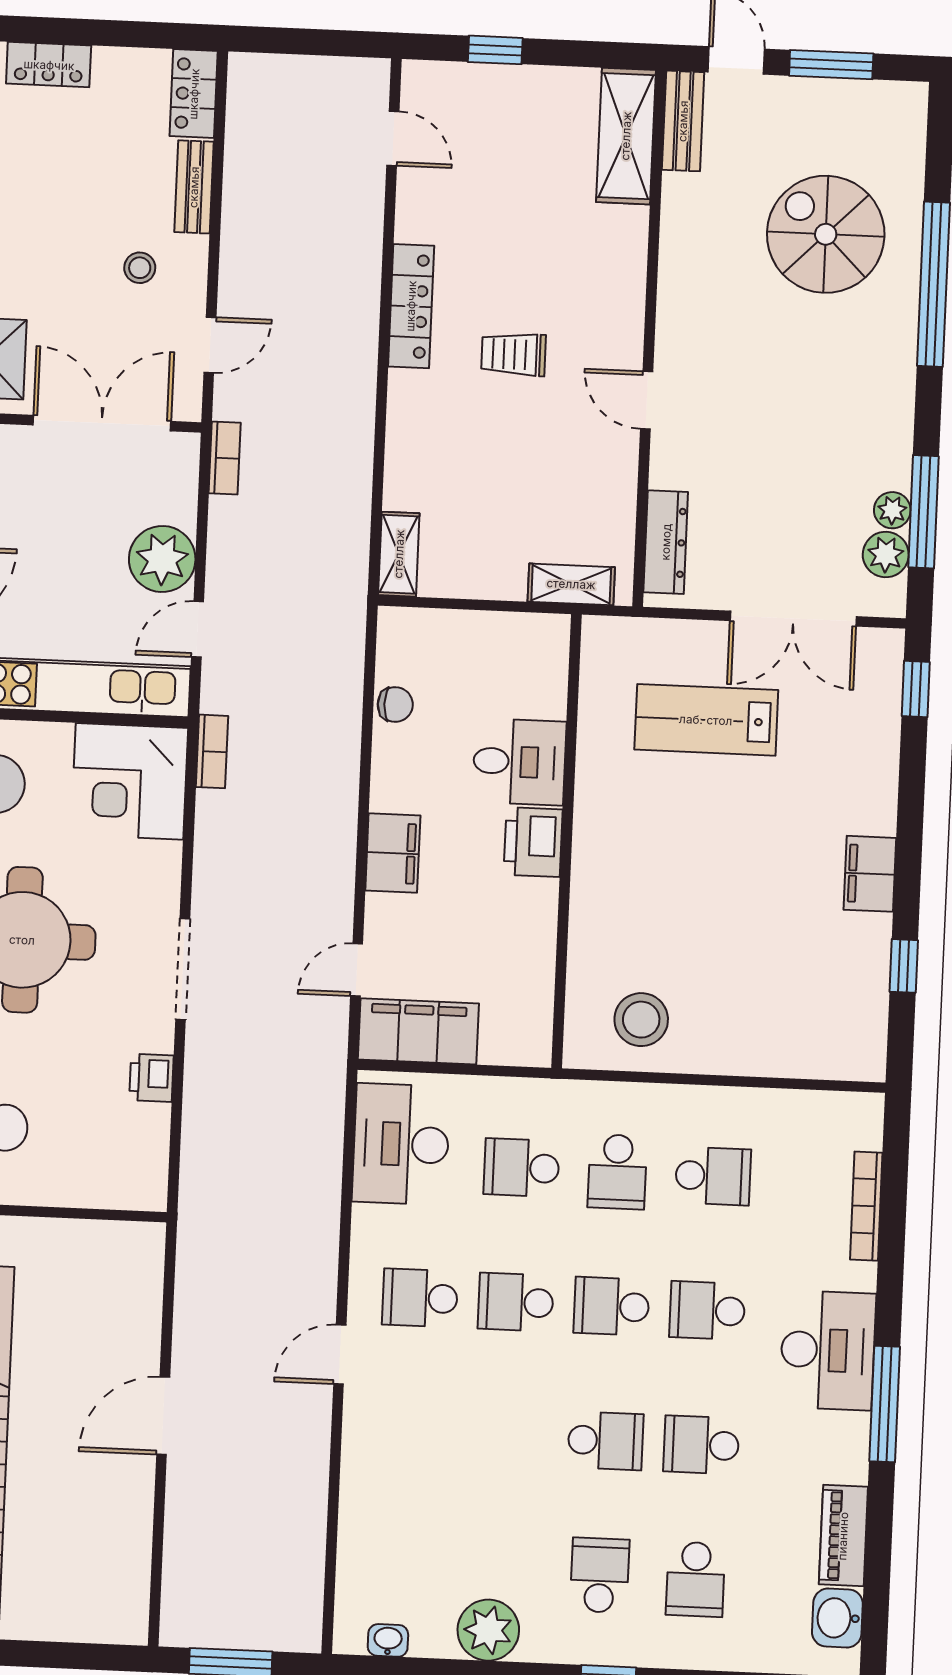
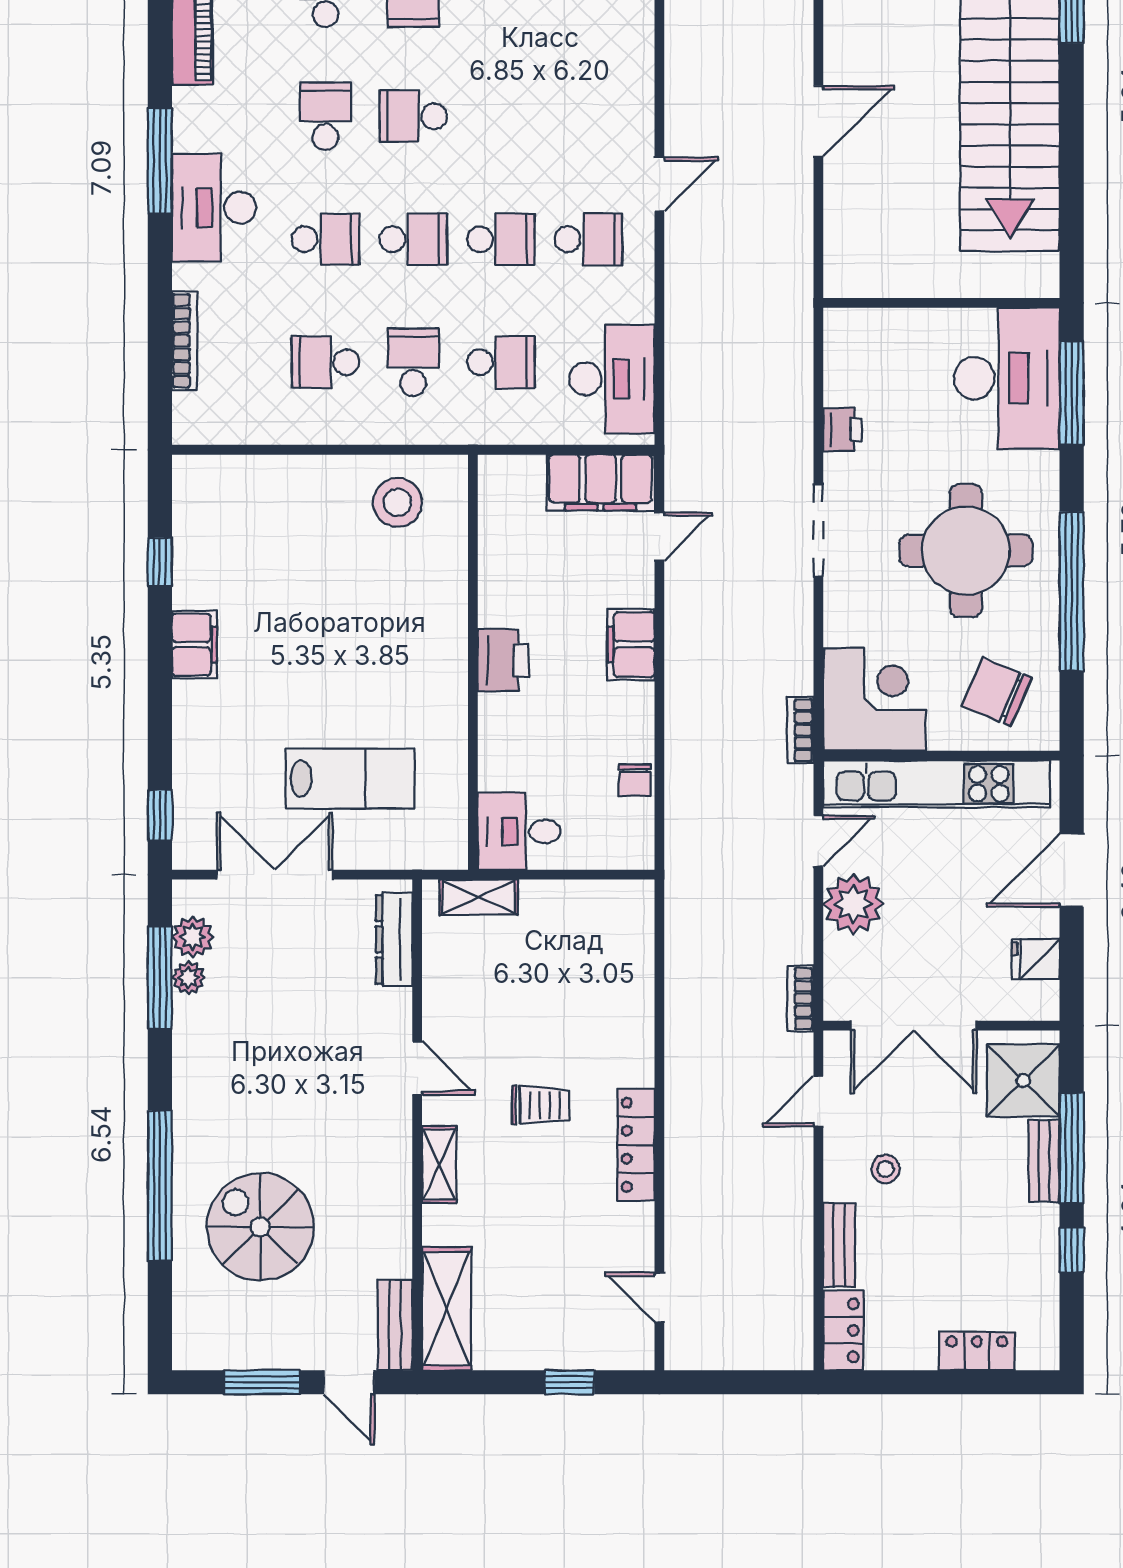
spiral stairs: (826, 234) -> (260, 1227), turned 180
shelving: (399, 554) -> (439, 1165), moved
chair: (395, 705) -> (635, 780), turned -90
desk: (519, 762) -> (519, 831), moved
school desk: (701, 1445) -> (326, 116), turned -90

